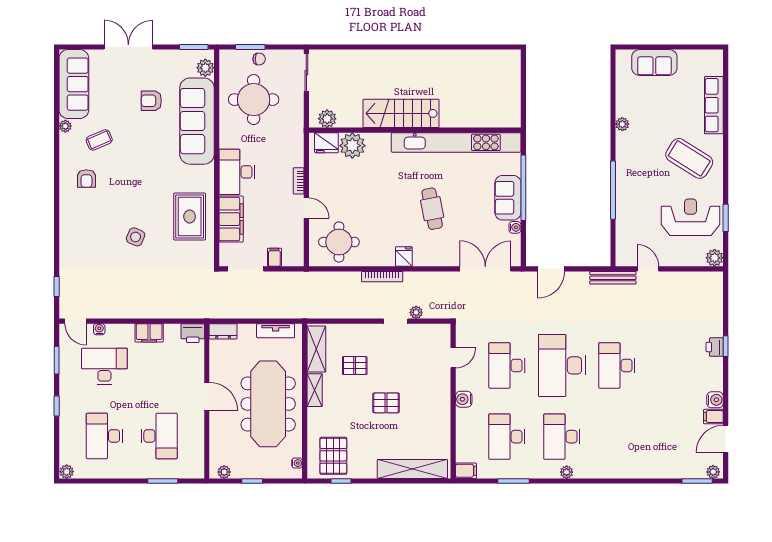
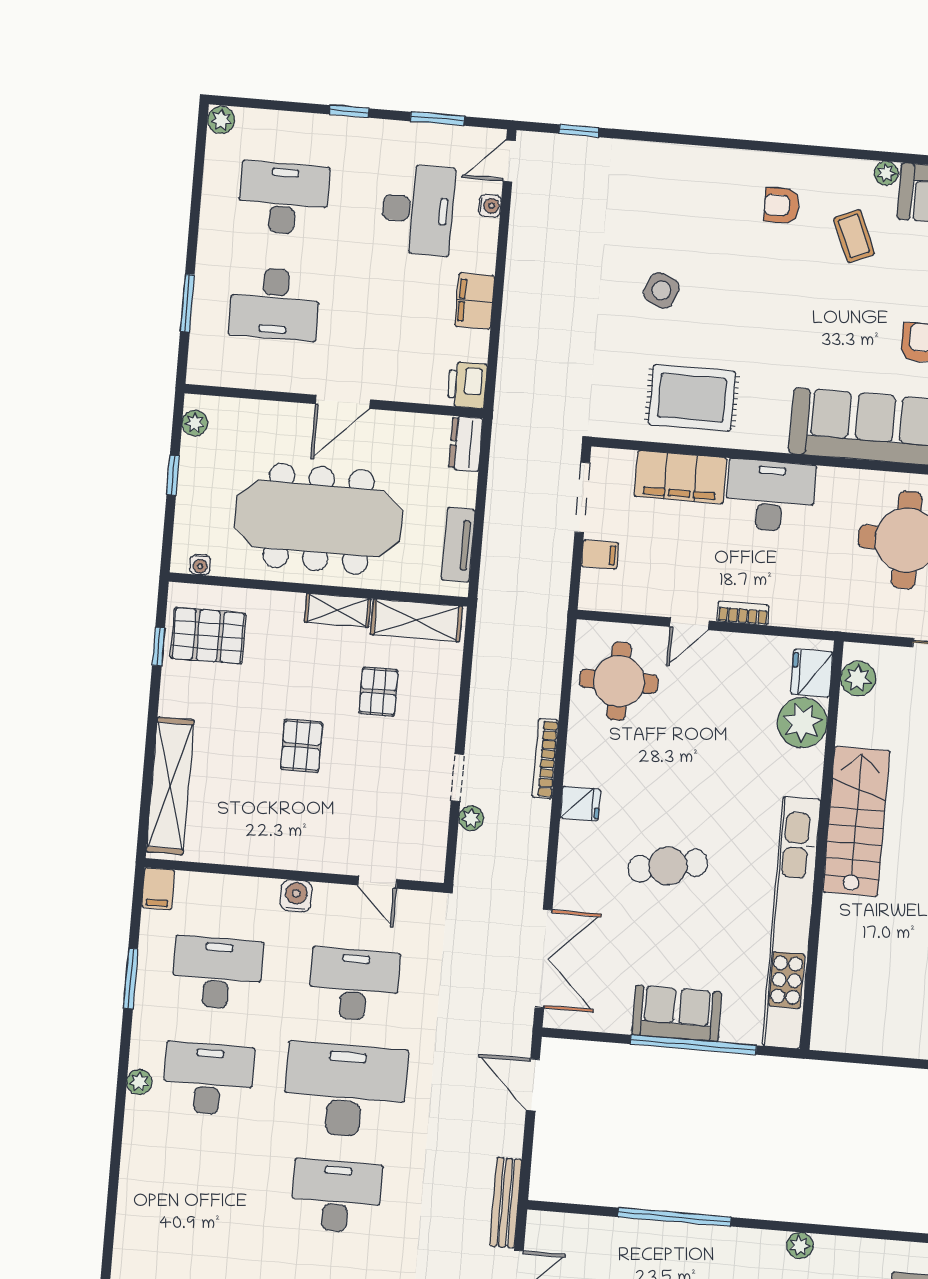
water cooler: (515, 227) -> (619, 1022), removed

